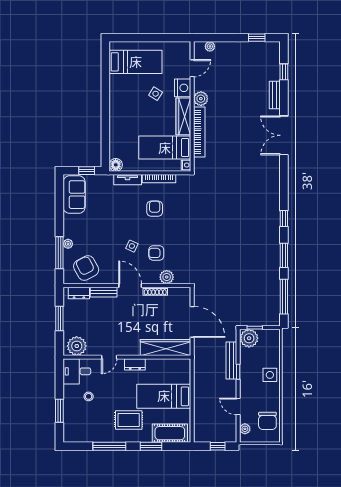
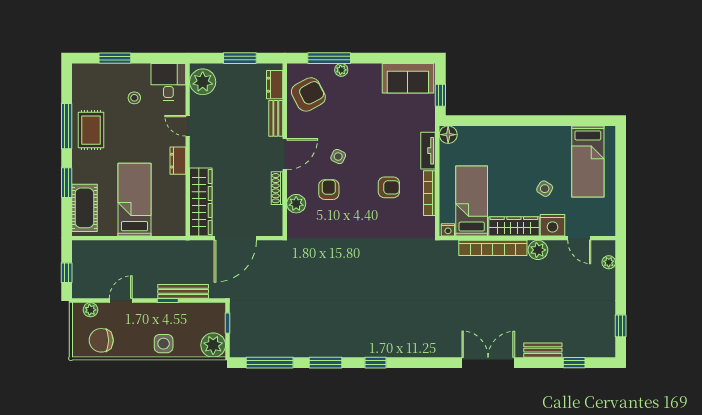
plant: (249, 338) -> (213, 345), moved
rug: (129, 420) -> (91, 130), moved

